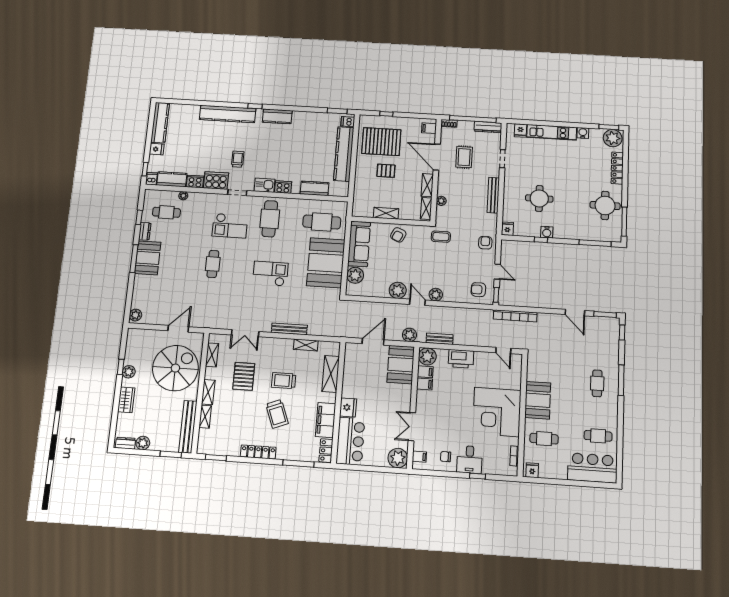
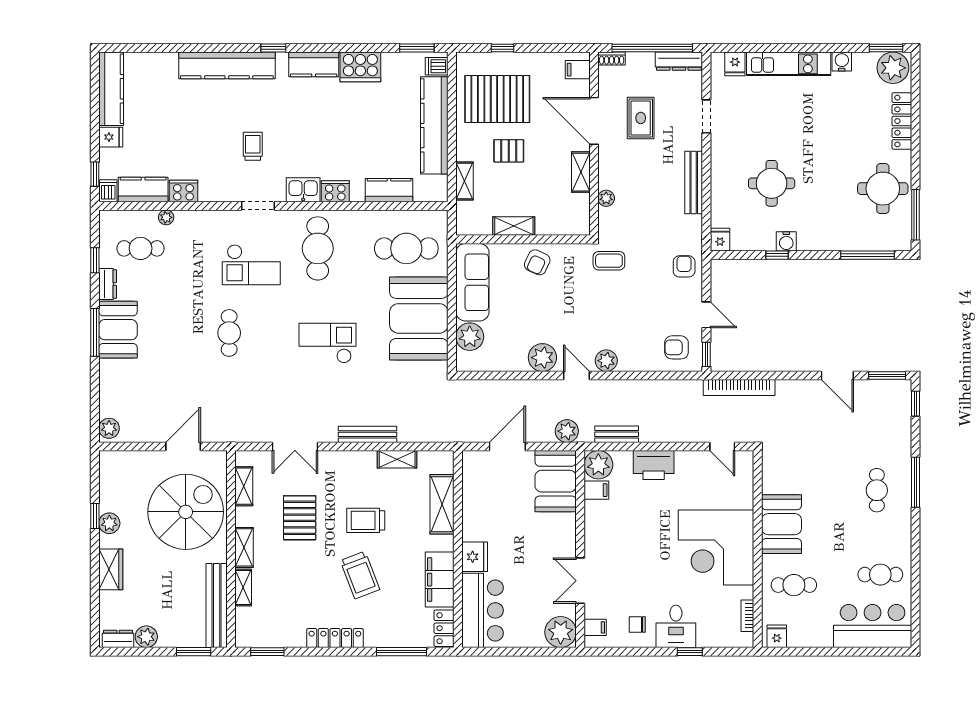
cooker: (216, 181) -> (360, 67), moved, turned 180
shelving: (426, 208) -> (465, 181), moved
filing cabinet: (425, 384) -> (597, 510), removed

